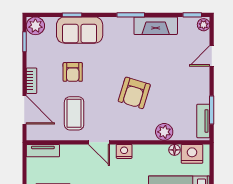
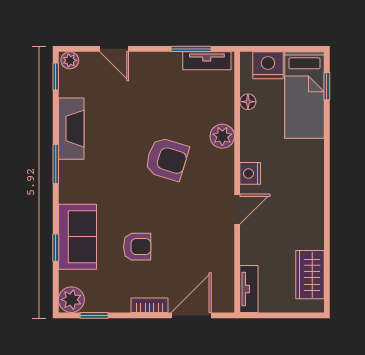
coffee table: (74, 113) -> (196, 245), removed
plant: (164, 132) -> (222, 136), moved
nightstand: (192, 154) -> (268, 65), moved, turned 90

